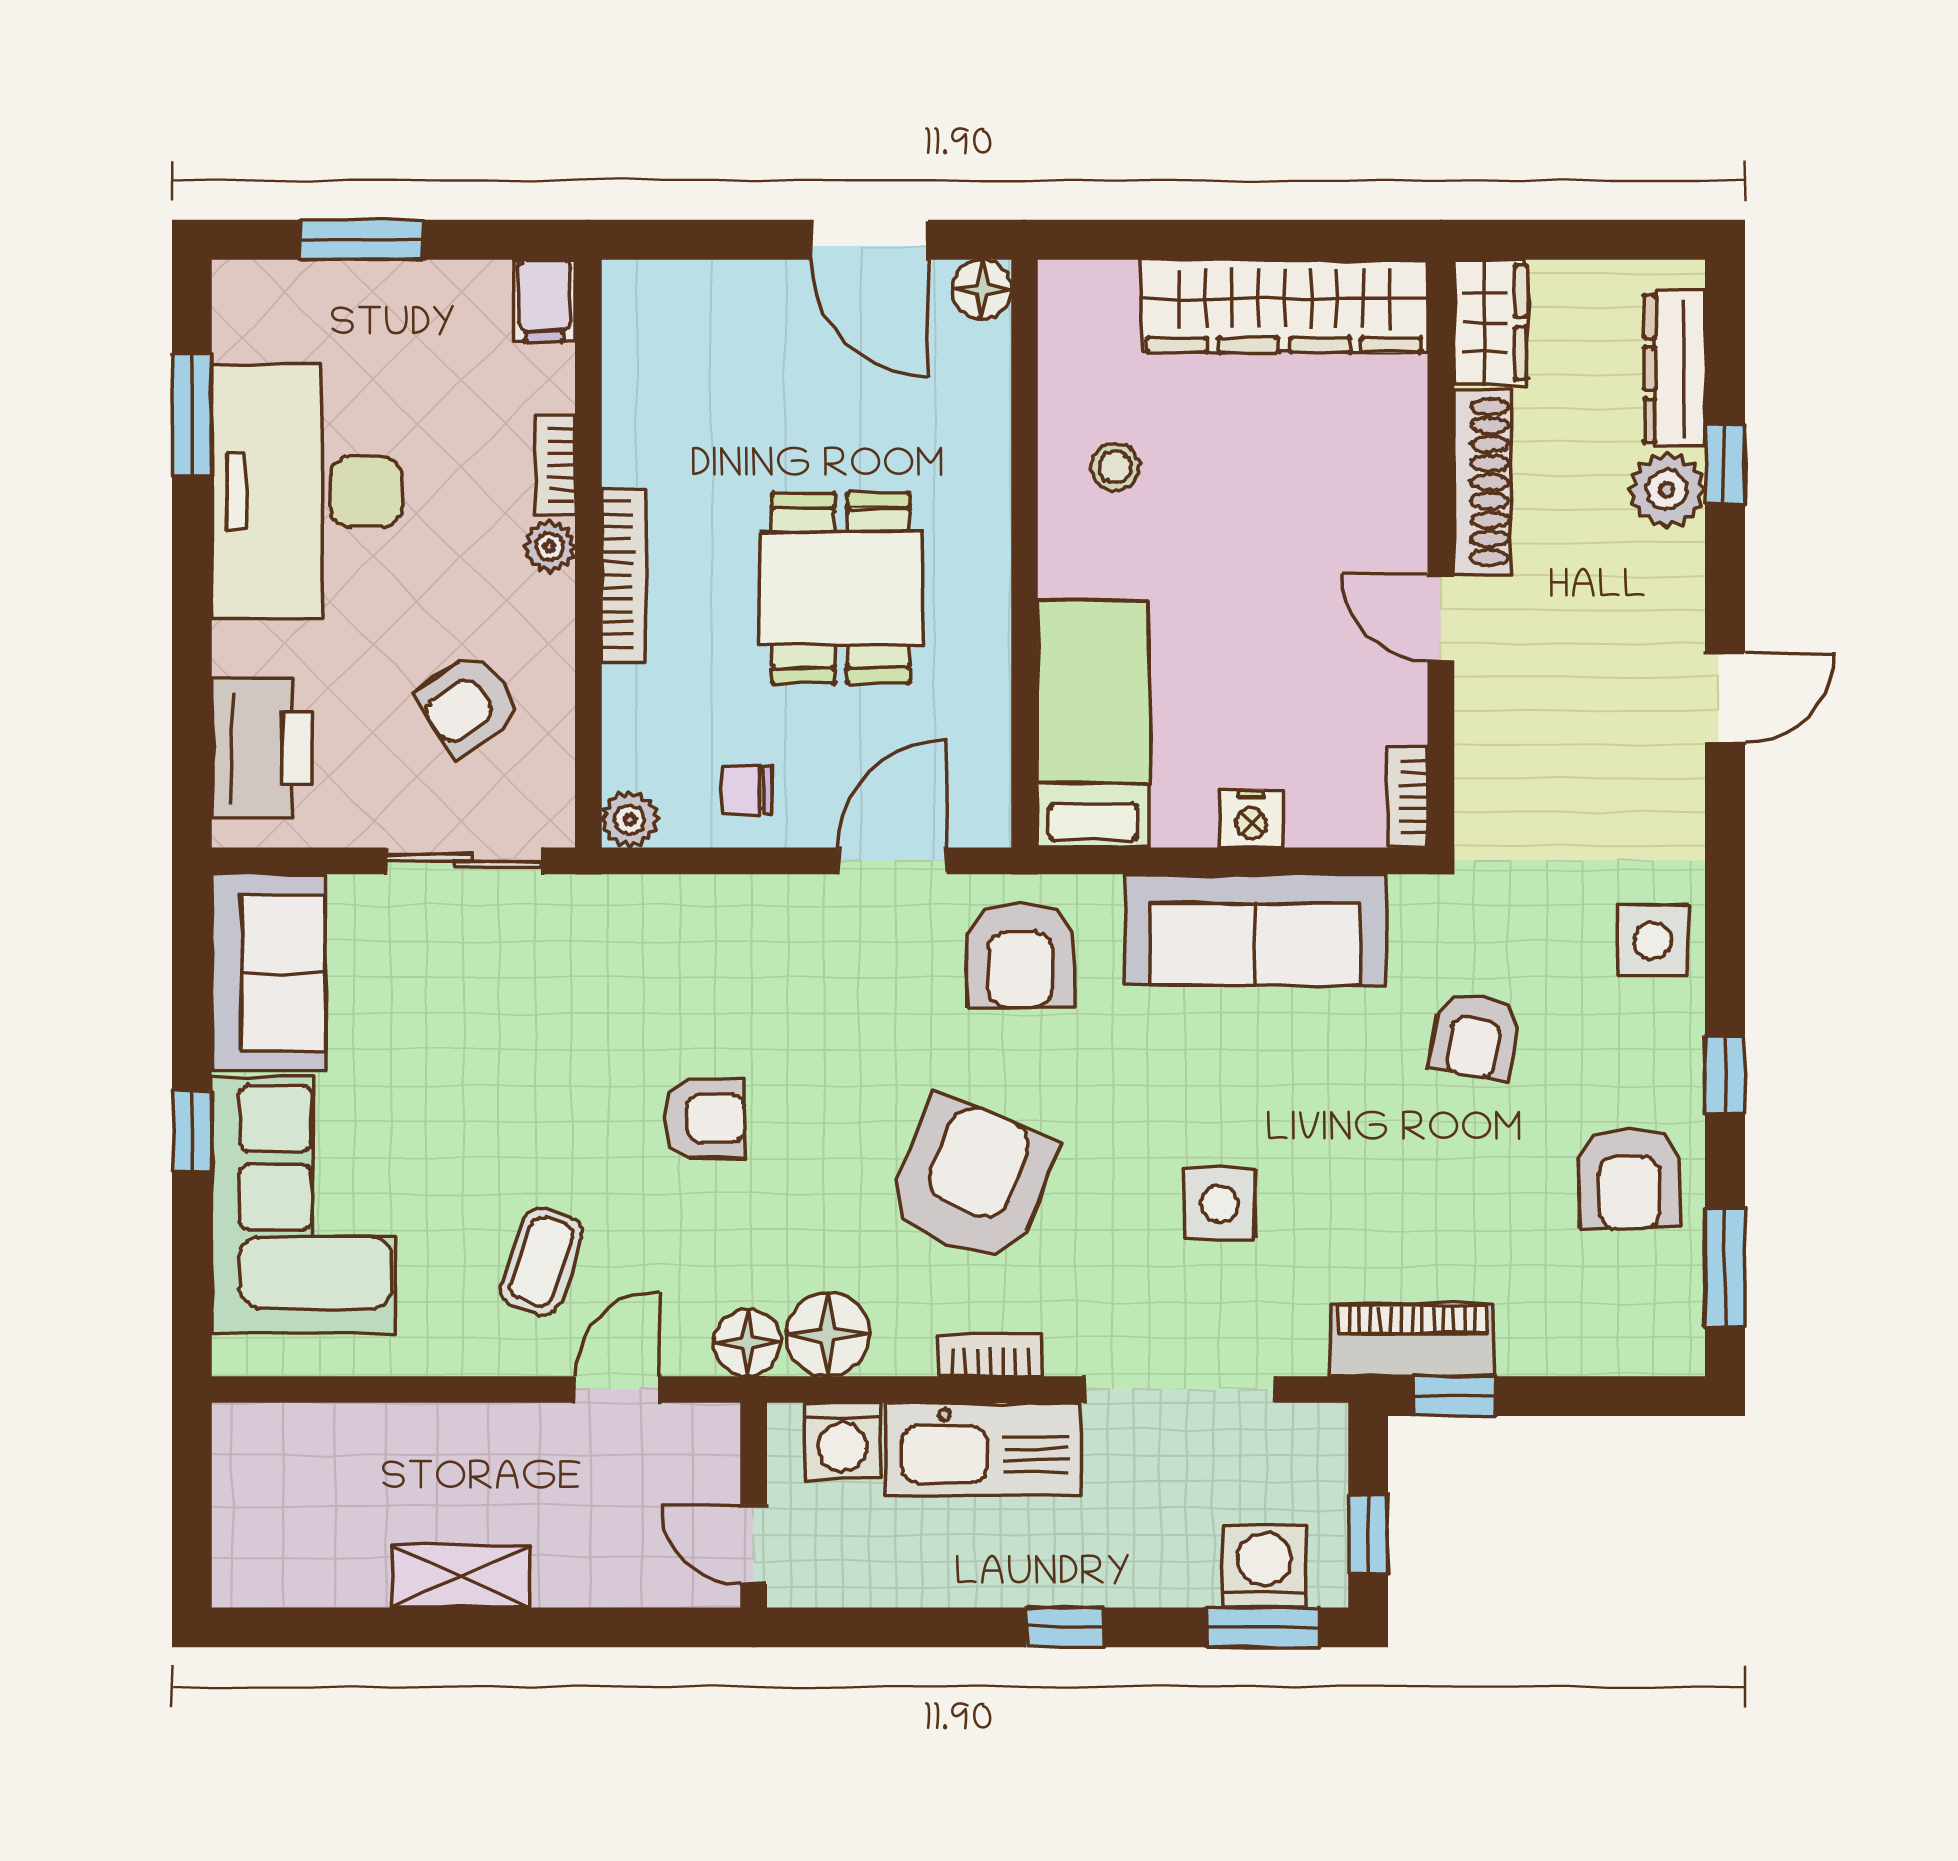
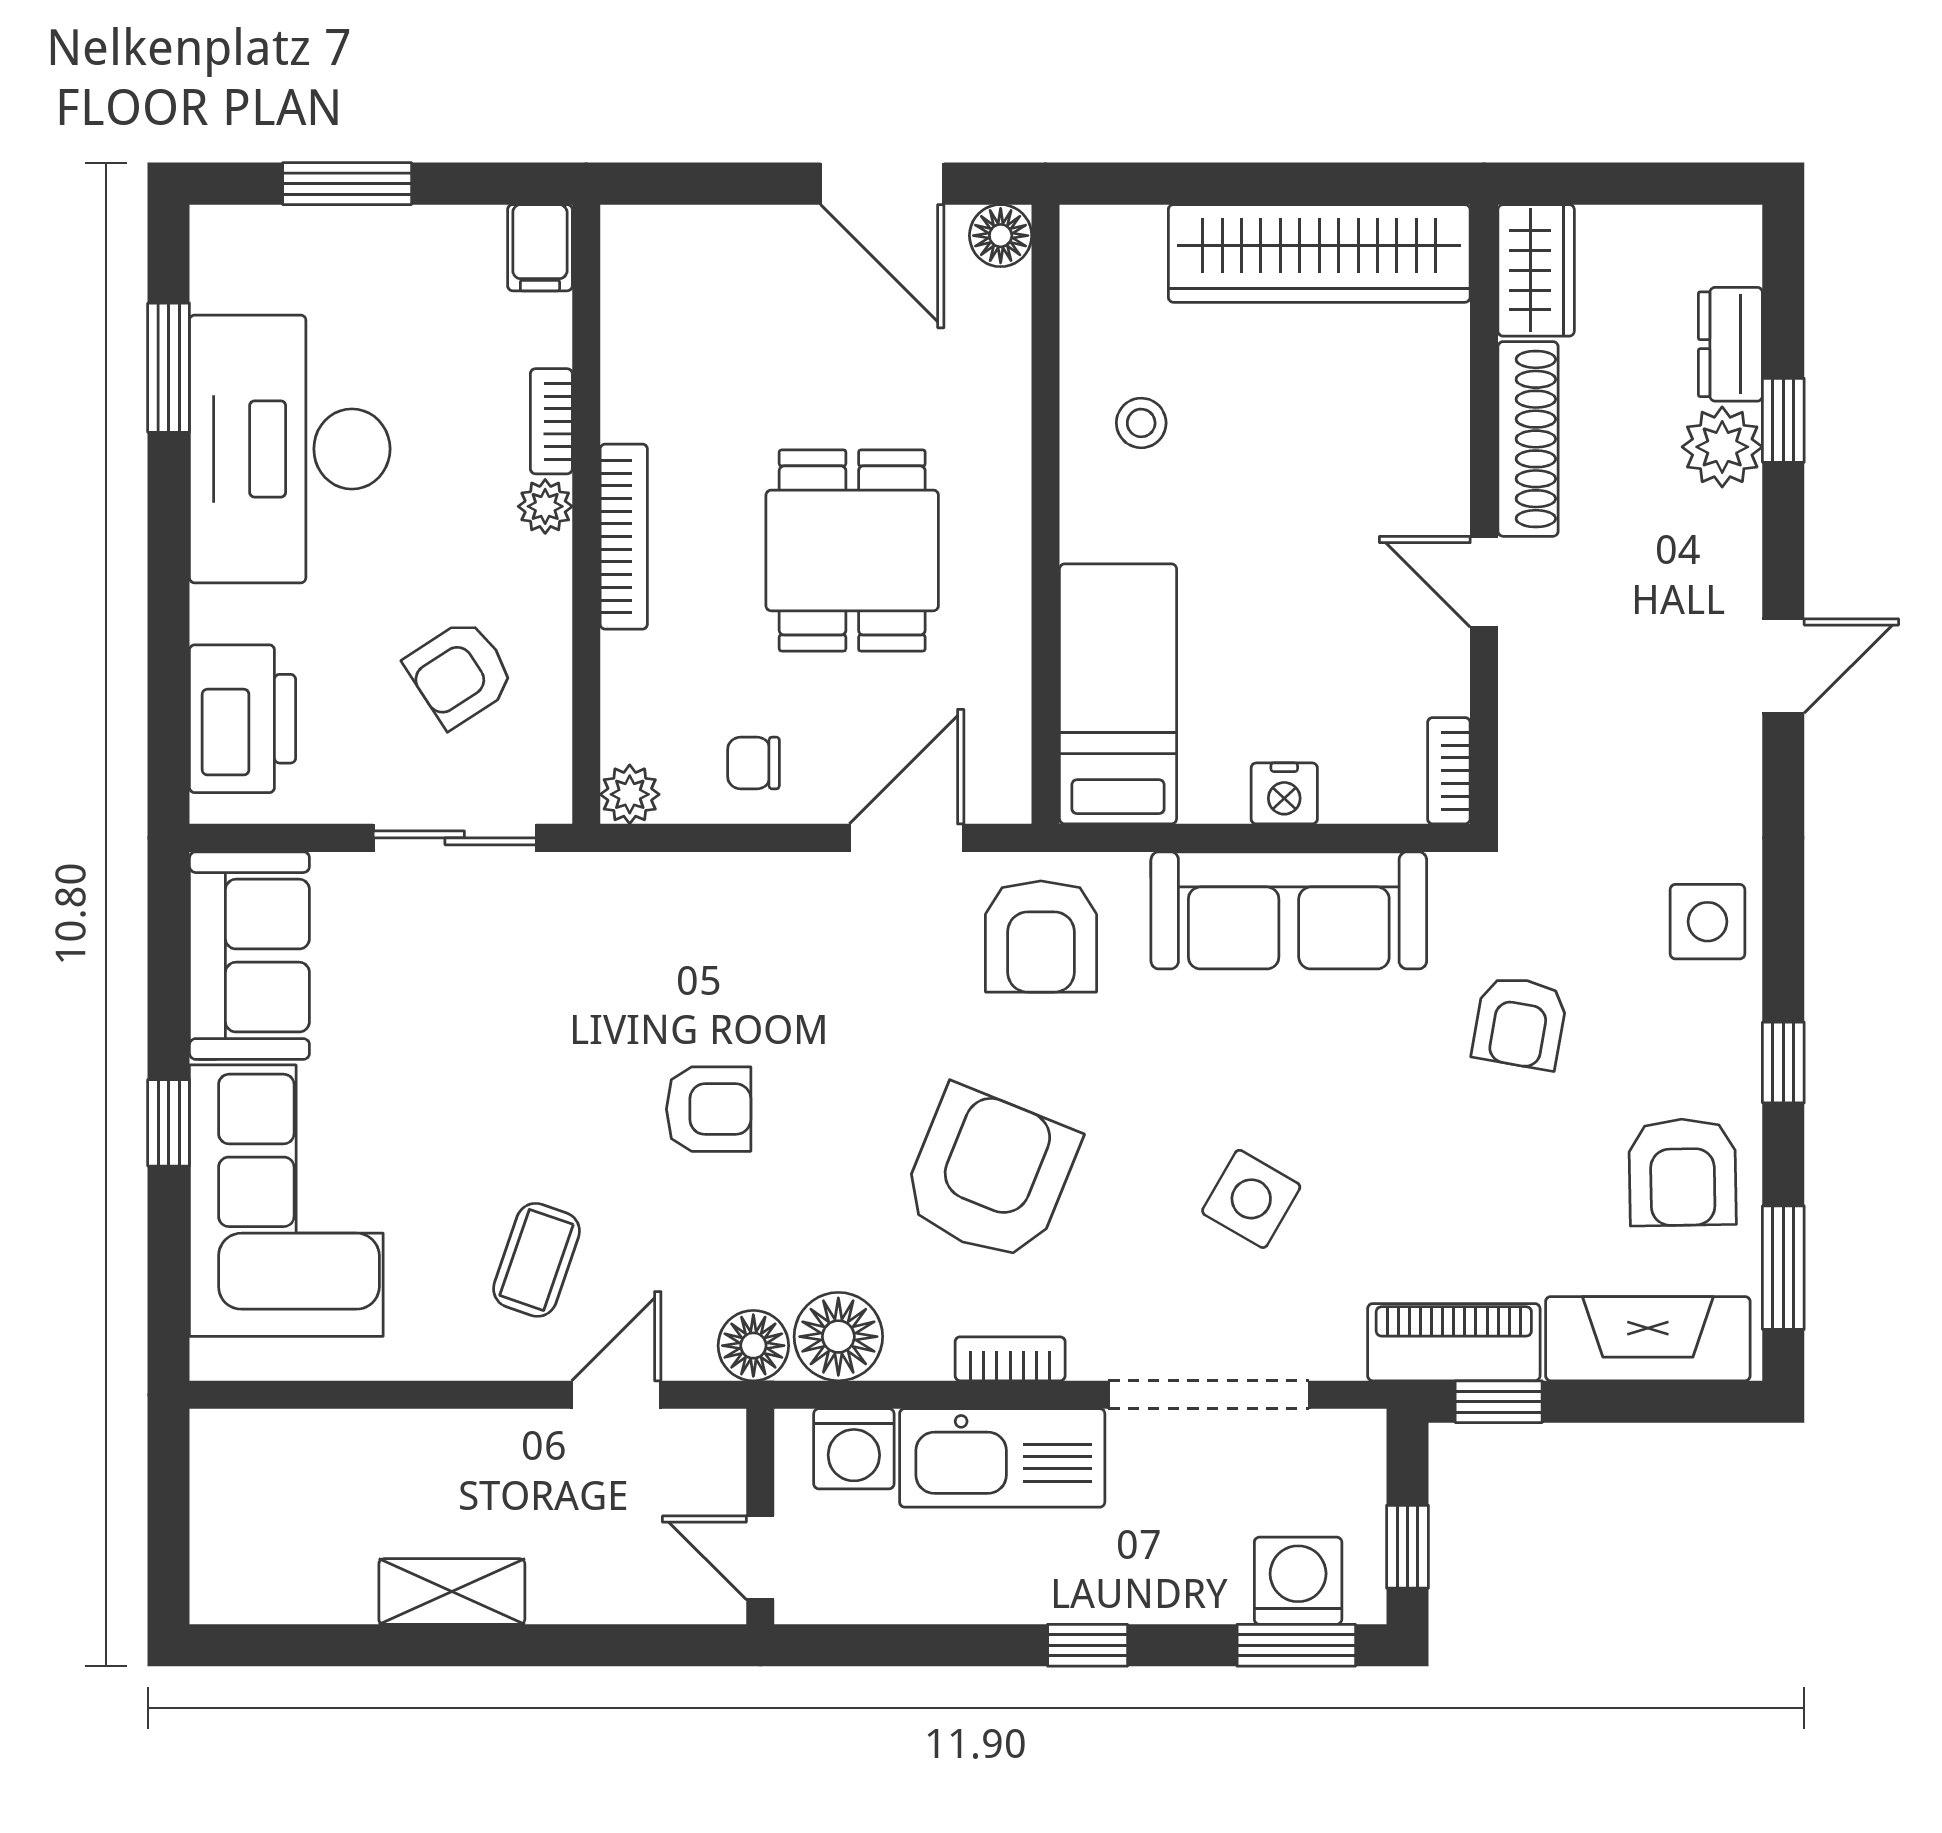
dresser: (1675, 369) -> (1730, 344), width x0.70
side table: (1220, 1204) -> (1251, 1199), turned 30
fireplace: (1596, 1336) -> (1648, 1339), added

